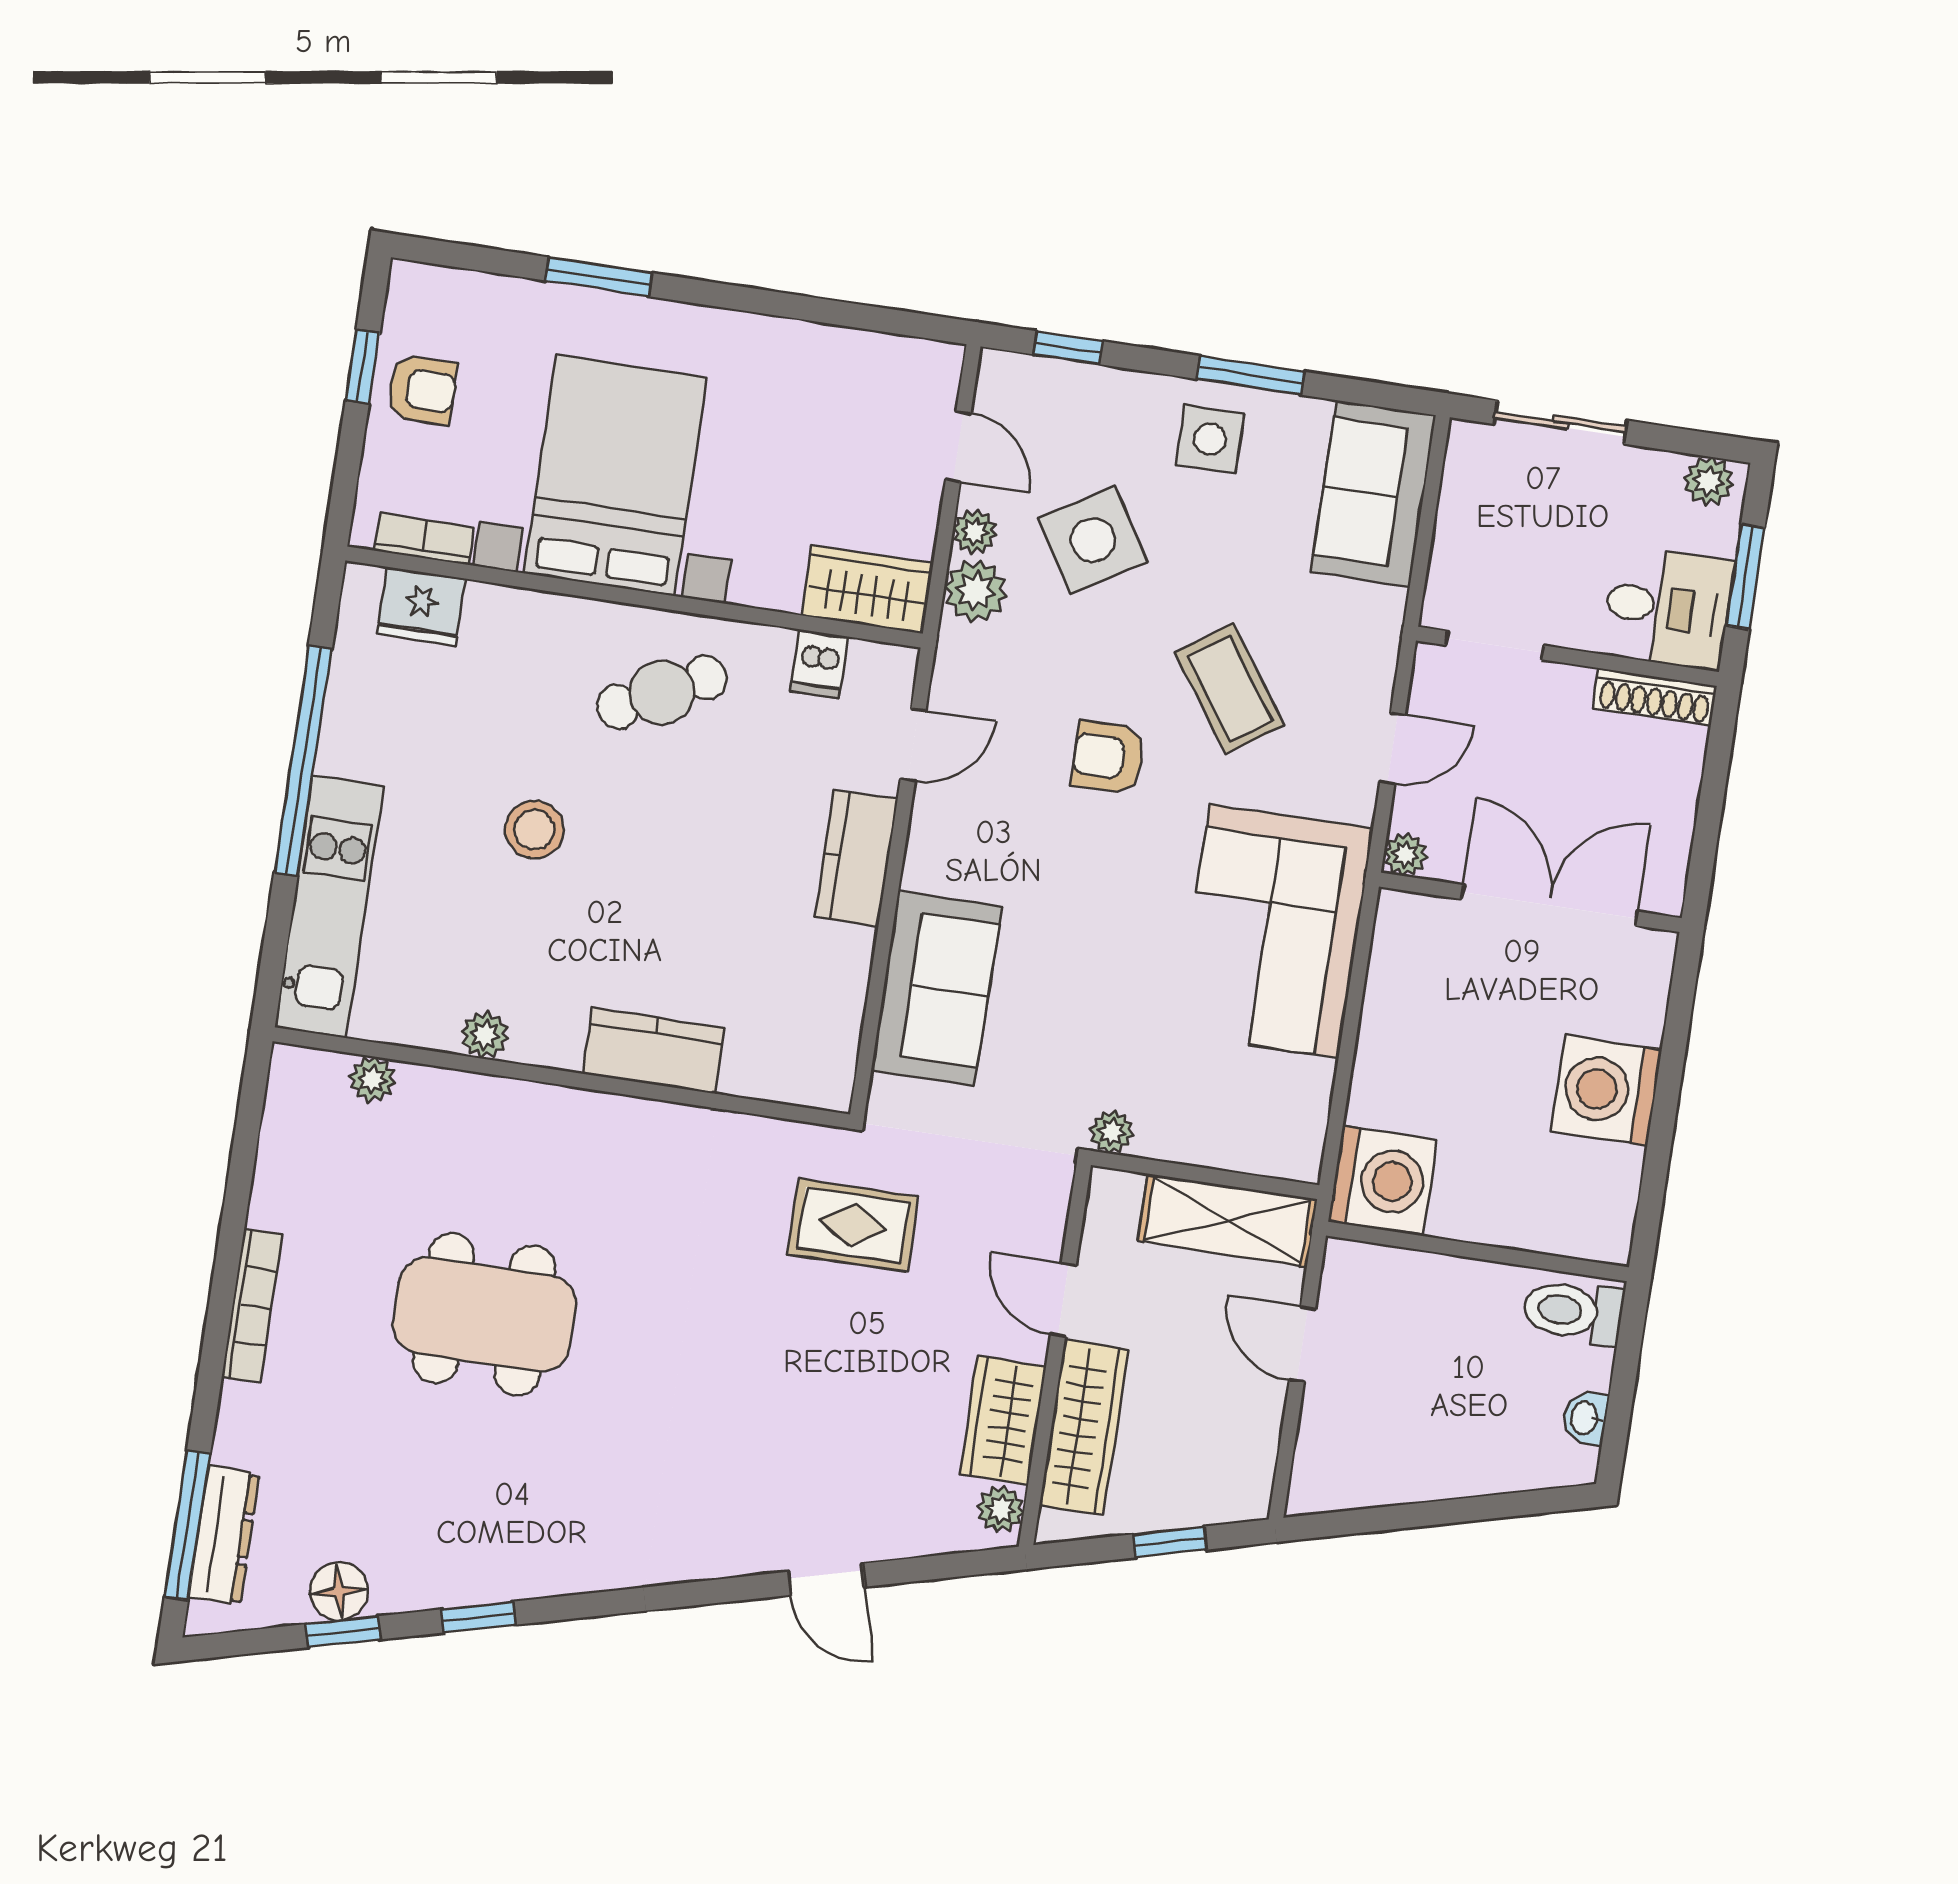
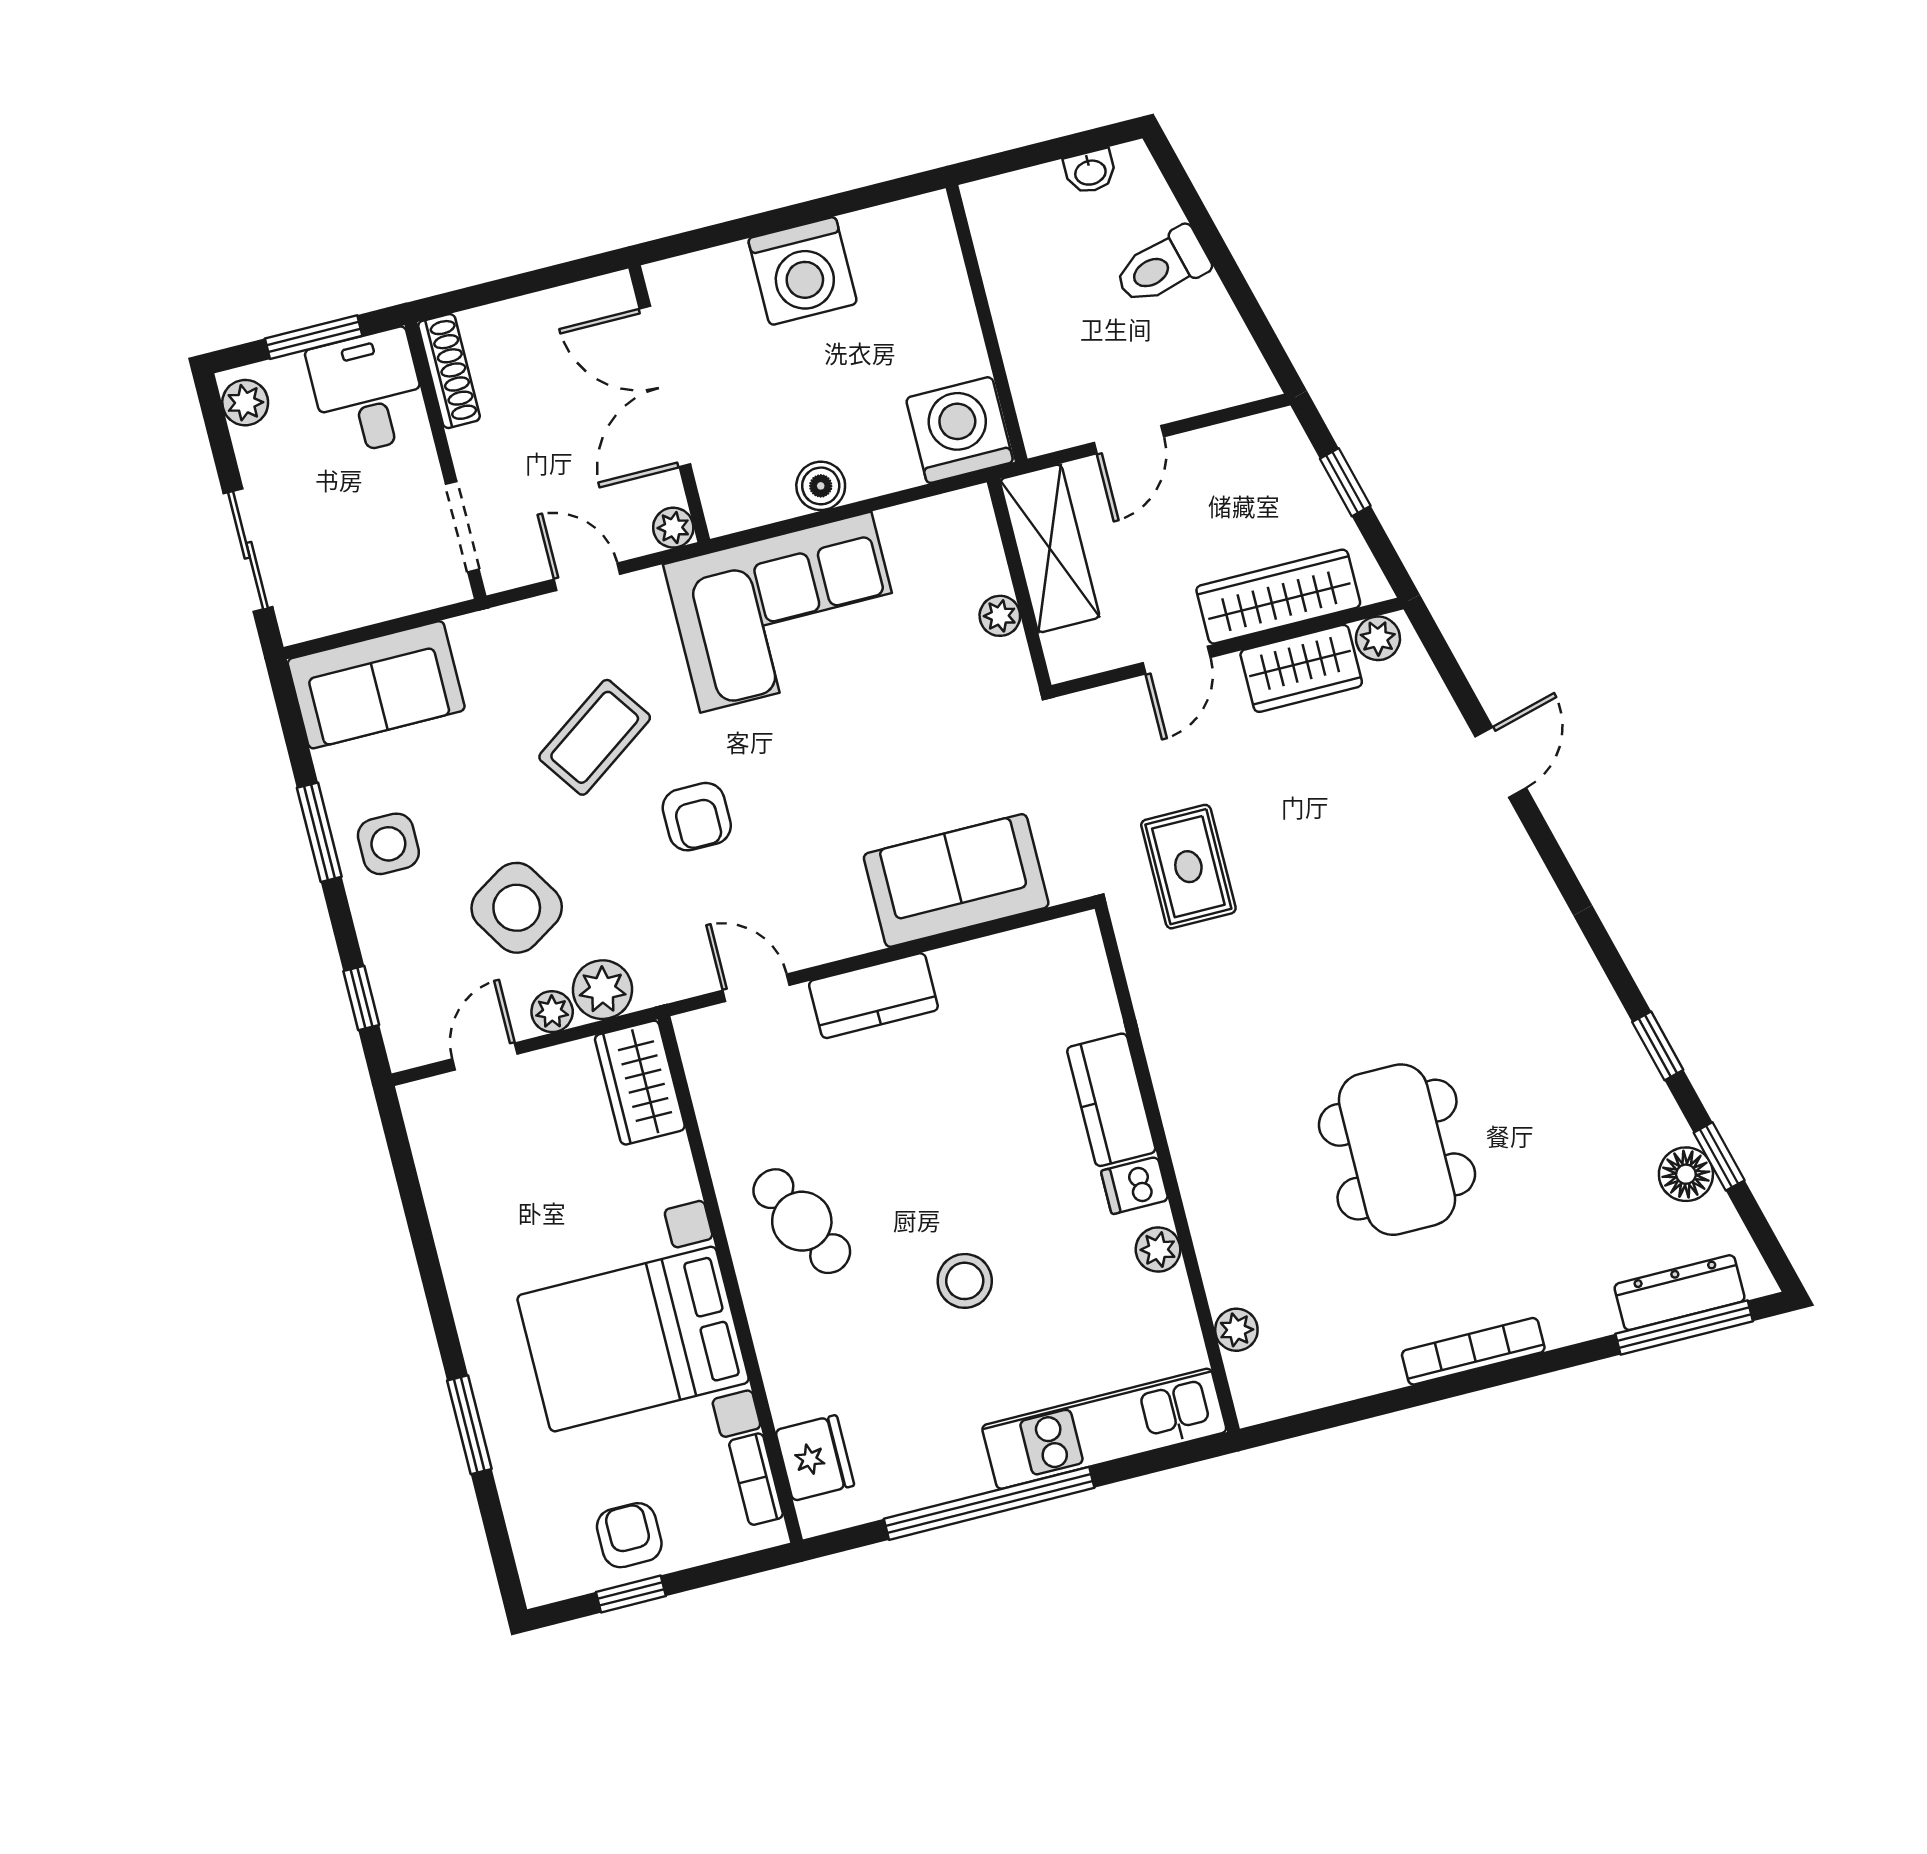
dishwasher: (819, 664) -> (1135, 1185), moved, turned 180
boiler: (1385, 1019) -> (821, 486), added
plant: (1112, 1132) -> (1000, 616), moved
toilet: (1573, 1312) -> (1162, 266), moved, turned 75

